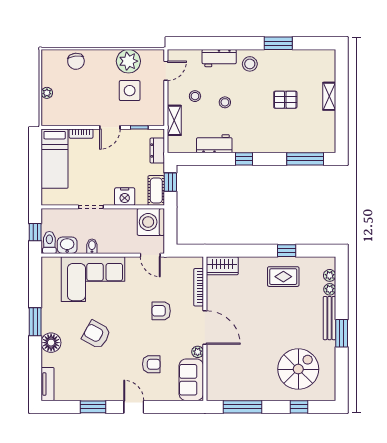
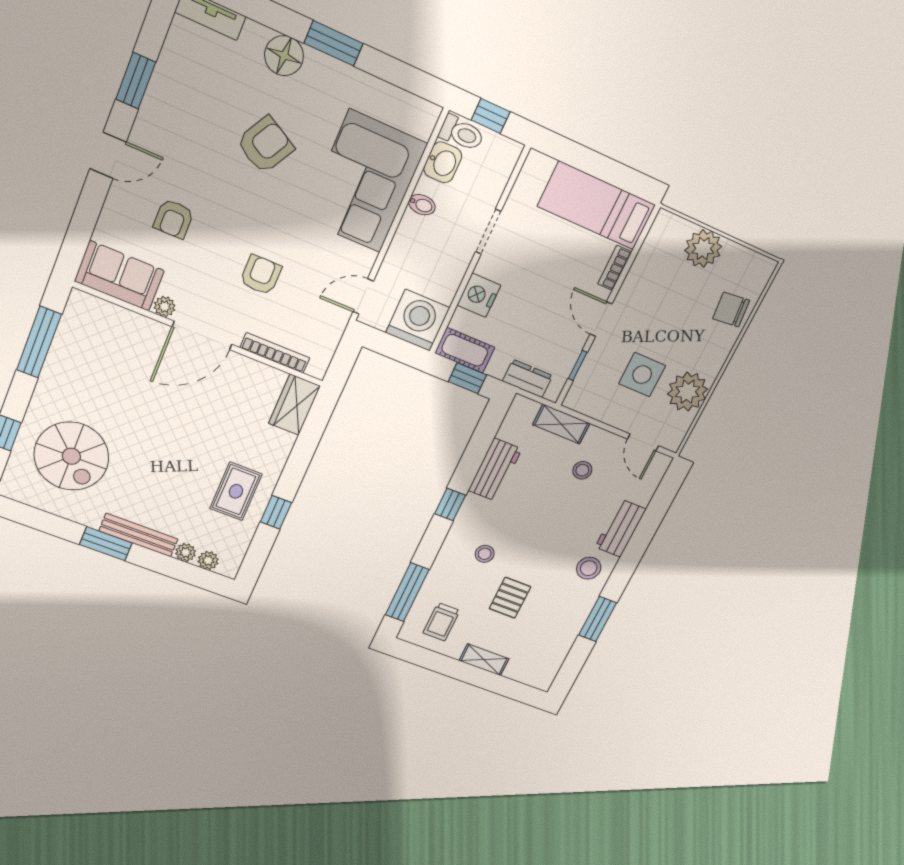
plant: (47, 93) -> (703, 248), width x1.88, depth x1.88
stool: (225, 102) -> (485, 554), moved
trolley: (315, 132) -> (441, 622), added

